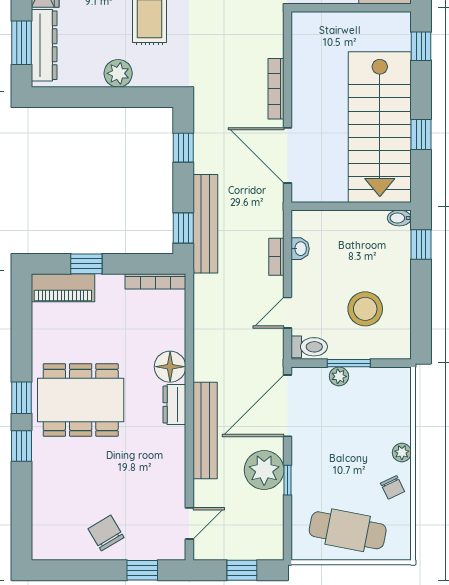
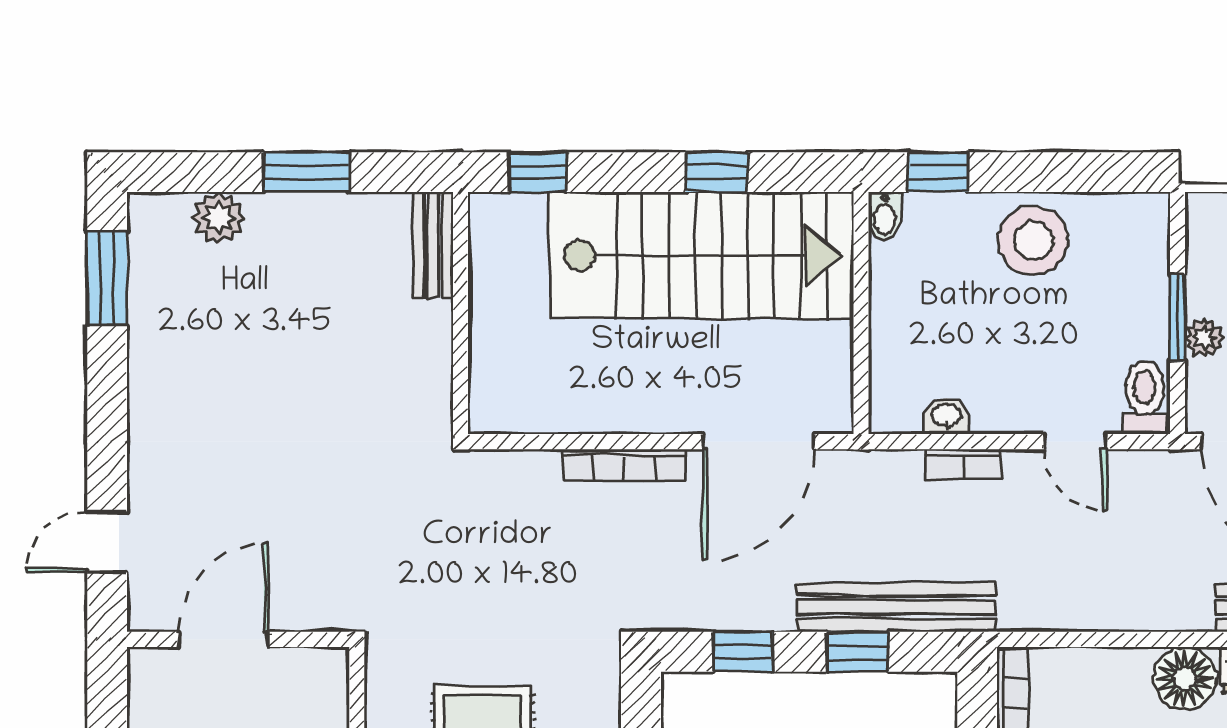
window: (183, 228) -> (858, 652), moved
stool: (365, 309) -> (1033, 240), moved

